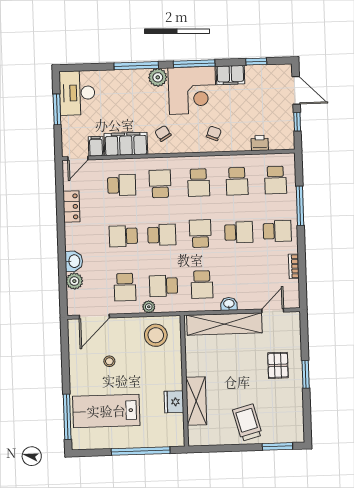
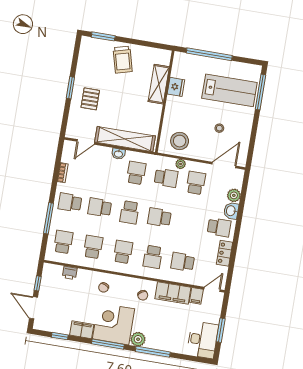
school desk: (123, 236) -> (219, 227), moved

